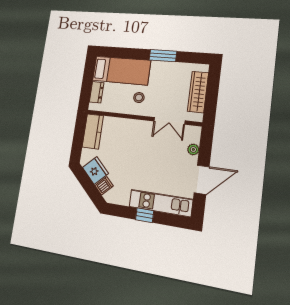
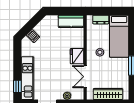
fridge: (95, 170) -> (77, 56), moved, turned 135
window: (145, 215) -> (17, 86), moved

